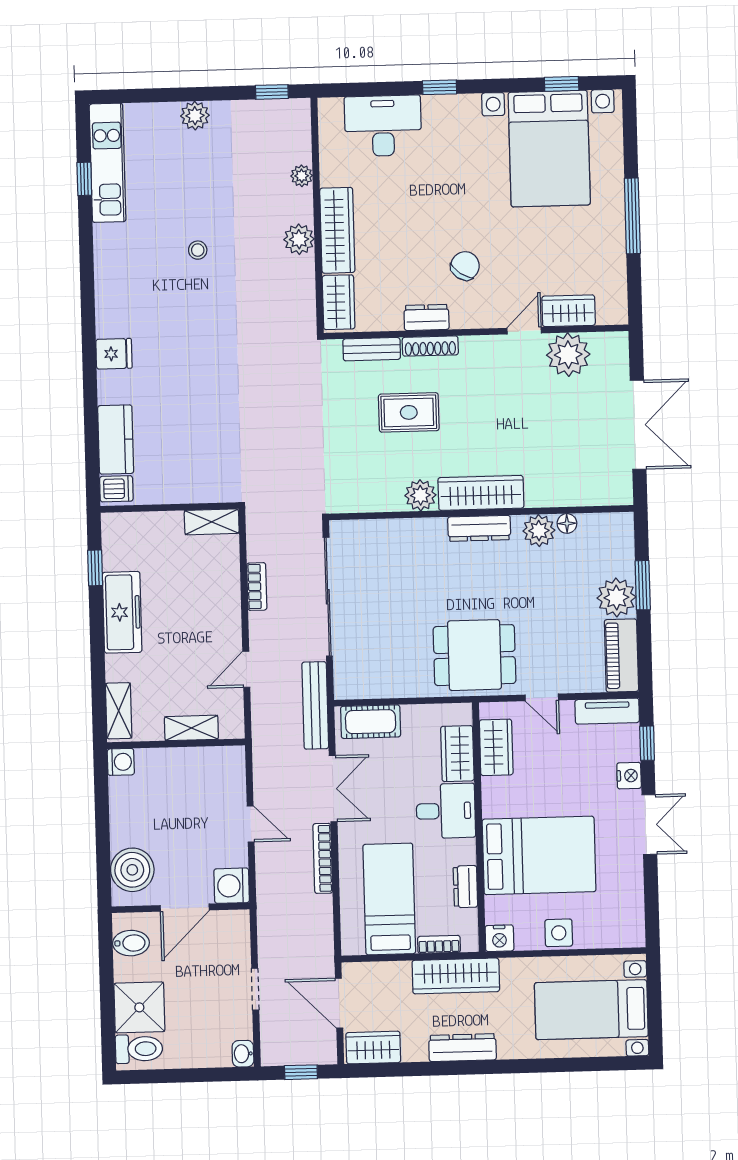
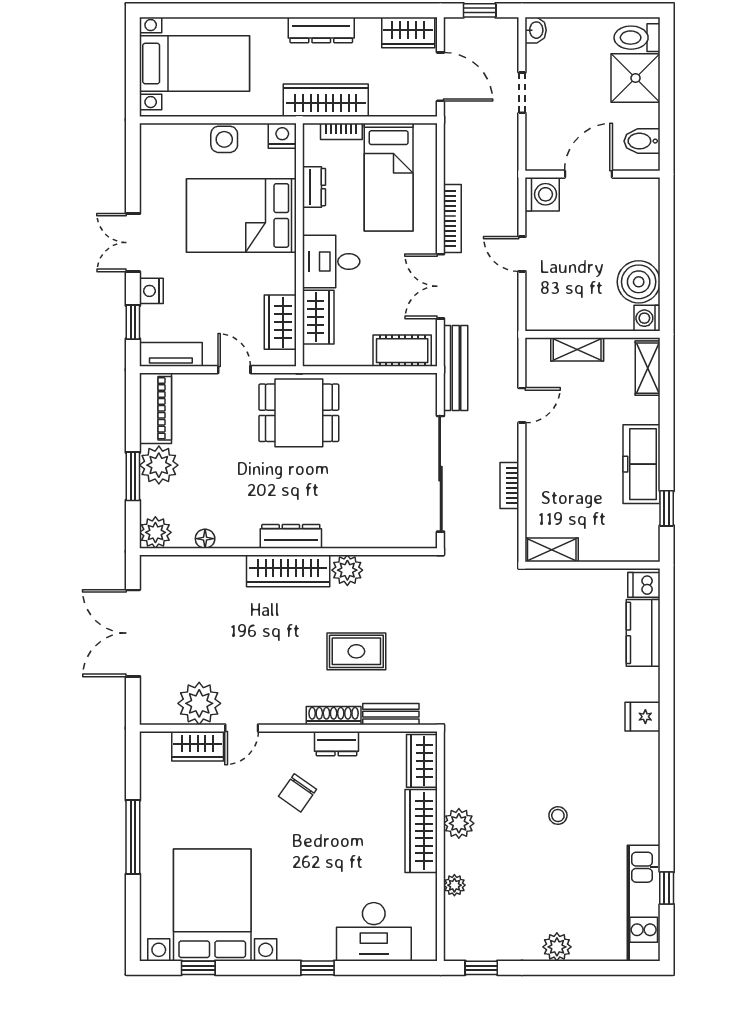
plant: (539, 531) -> (155, 532), moved
boiler: (132, 870) -> (639, 282), moved

